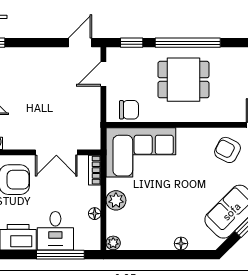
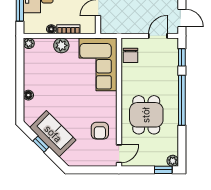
door: (103, 74) -> (158, 36), hinge flipped
dining table: (183, 80) -> (146, 115), moved
armchair: (227, 150) -> (100, 131), turned 153
bookcase: (95, 170) -> (68, 29), moved

